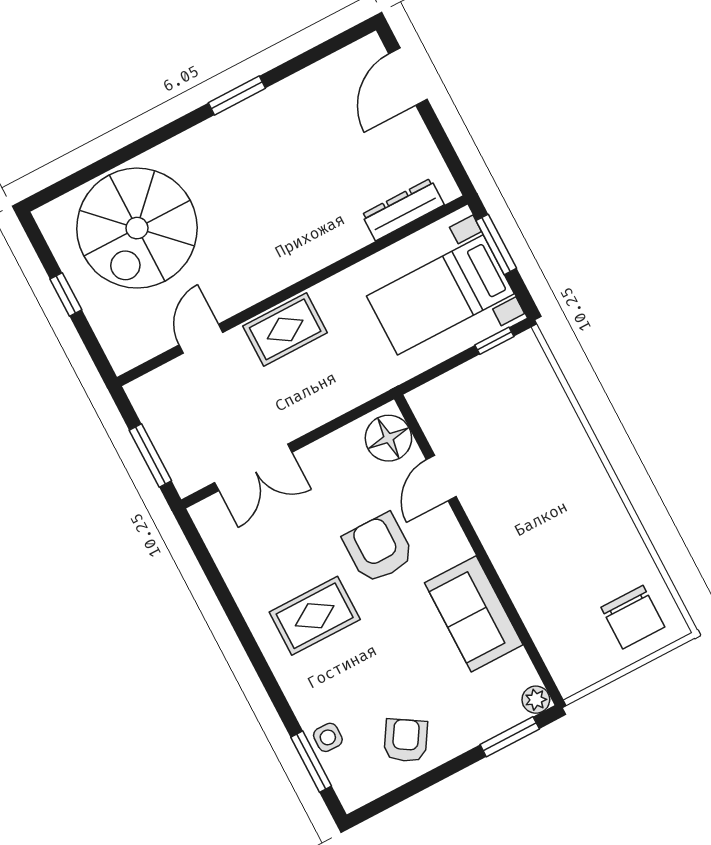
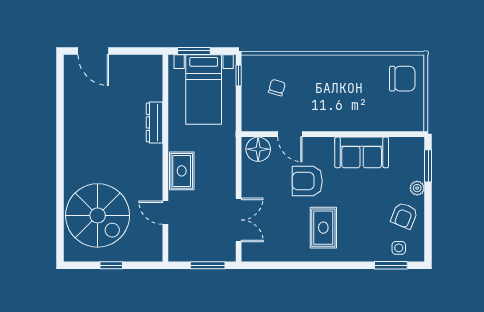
window: (237, 95) -> (60, 136), removed
dresser: (403, 210) -> (154, 122), moved
chair: (508, 415) -> (277, 88), added
plant: (536, 700) -> (417, 188), moved
side table: (328, 737) -> (399, 248), moved
armchair: (406, 740) -> (404, 216), turned -100

